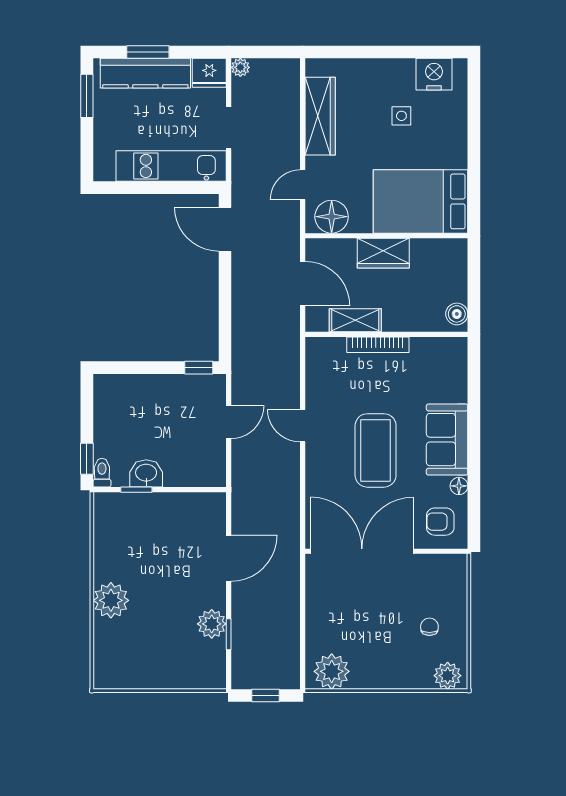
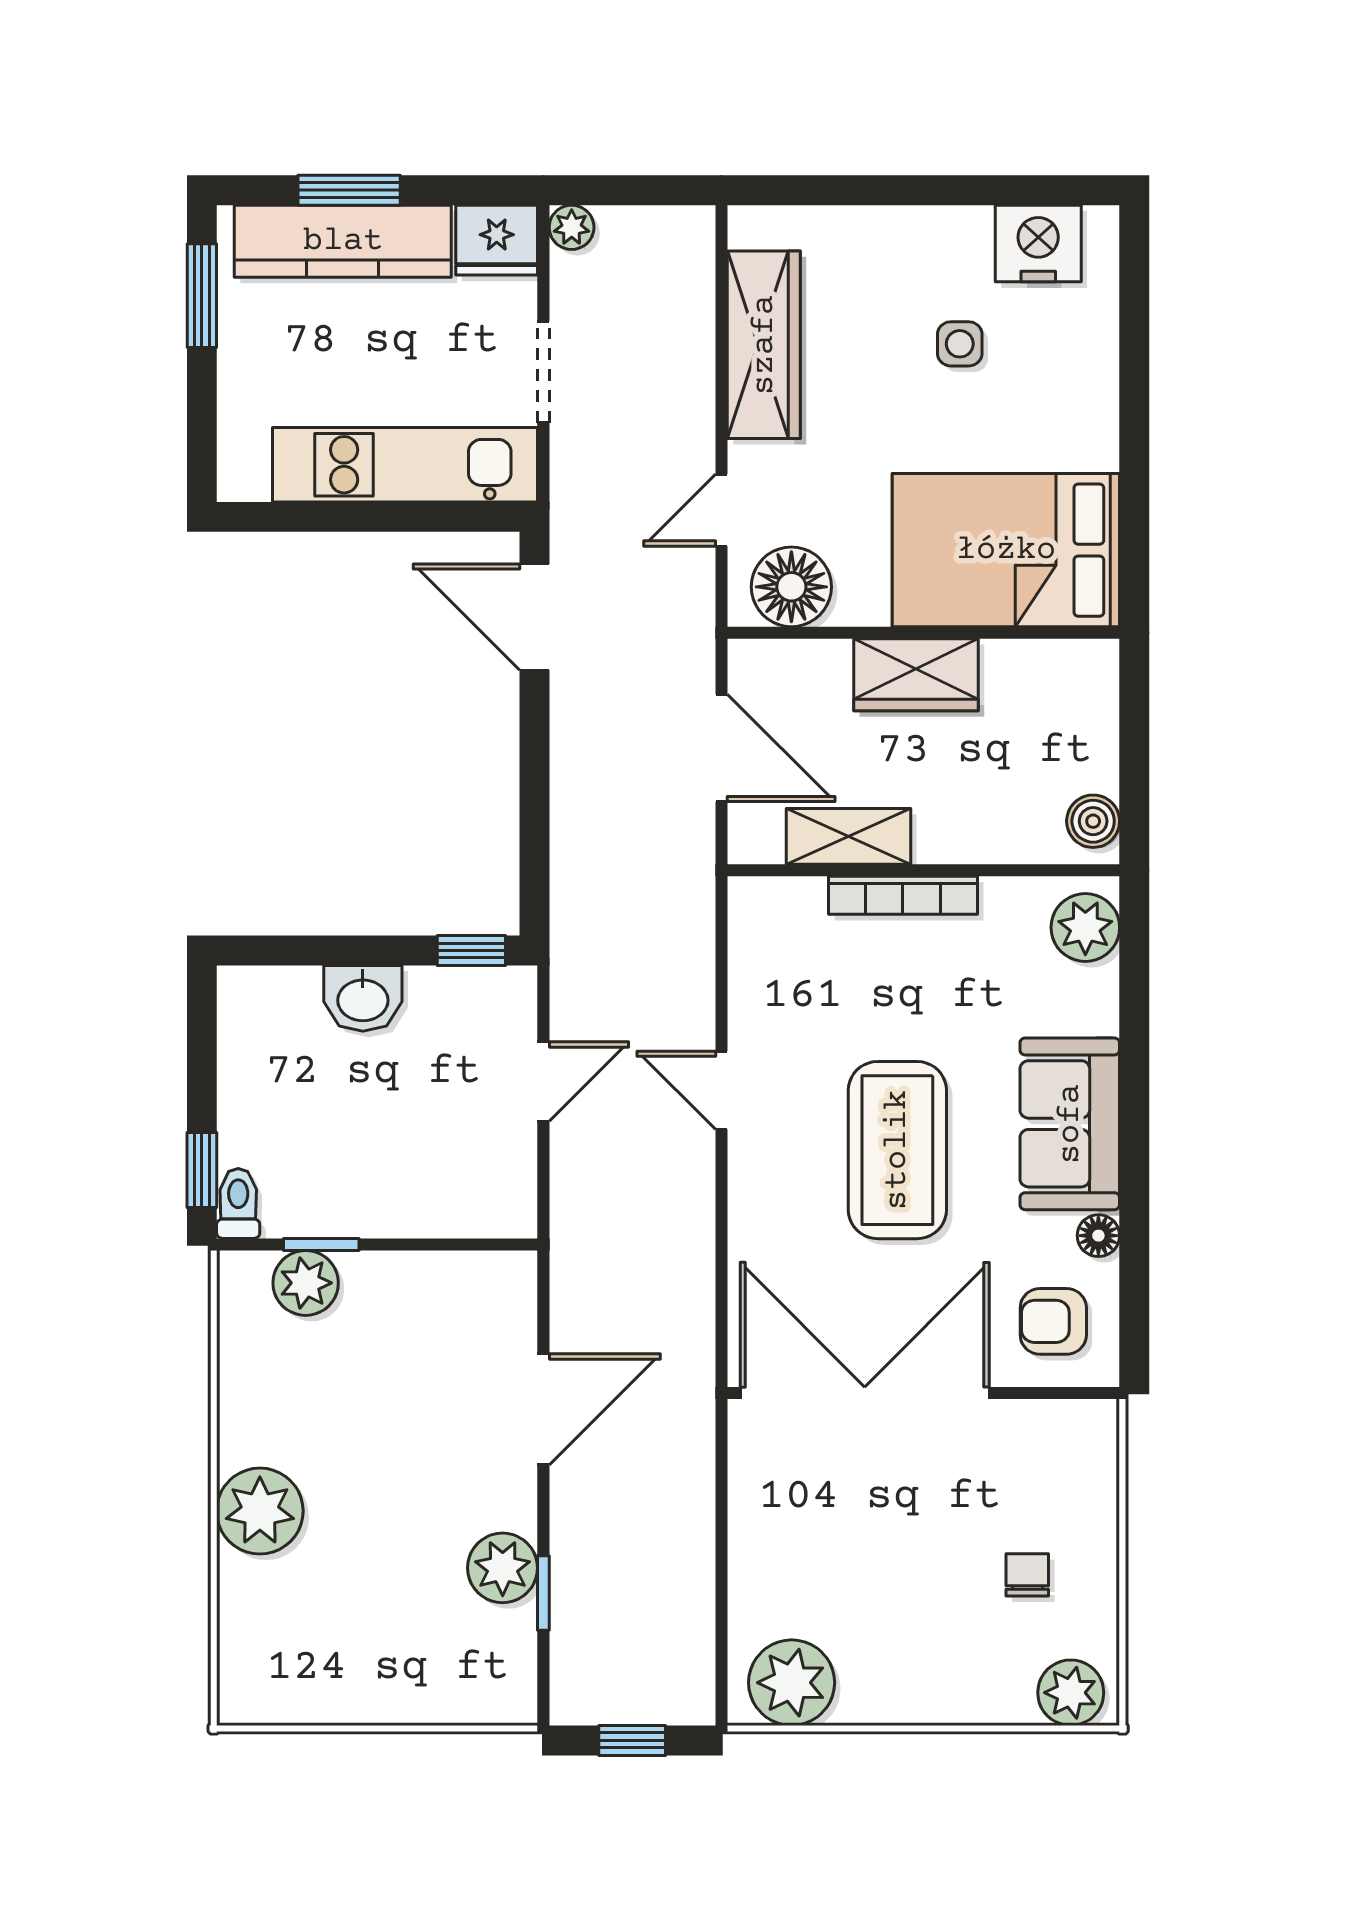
plant: (454, 358) -> (1085, 927), added
washbasin: (146, 473) -> (363, 998), moved, turned 180
plant: (130, 506) -> (306, 1283), added

